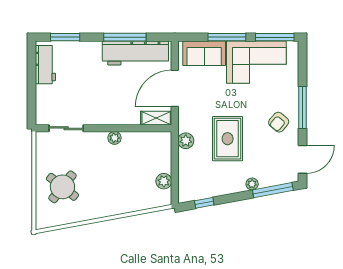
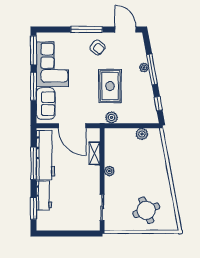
workbench: (45, 65) -> (44, 196), moved, turned 90
shelving: (156, 118) -> (95, 153), moved
rug: (228, 139) -> (110, 86), turned 90
round table: (62, 187) -> (146, 210), turned 31
window: (273, 190) -> (152, 69), moved

